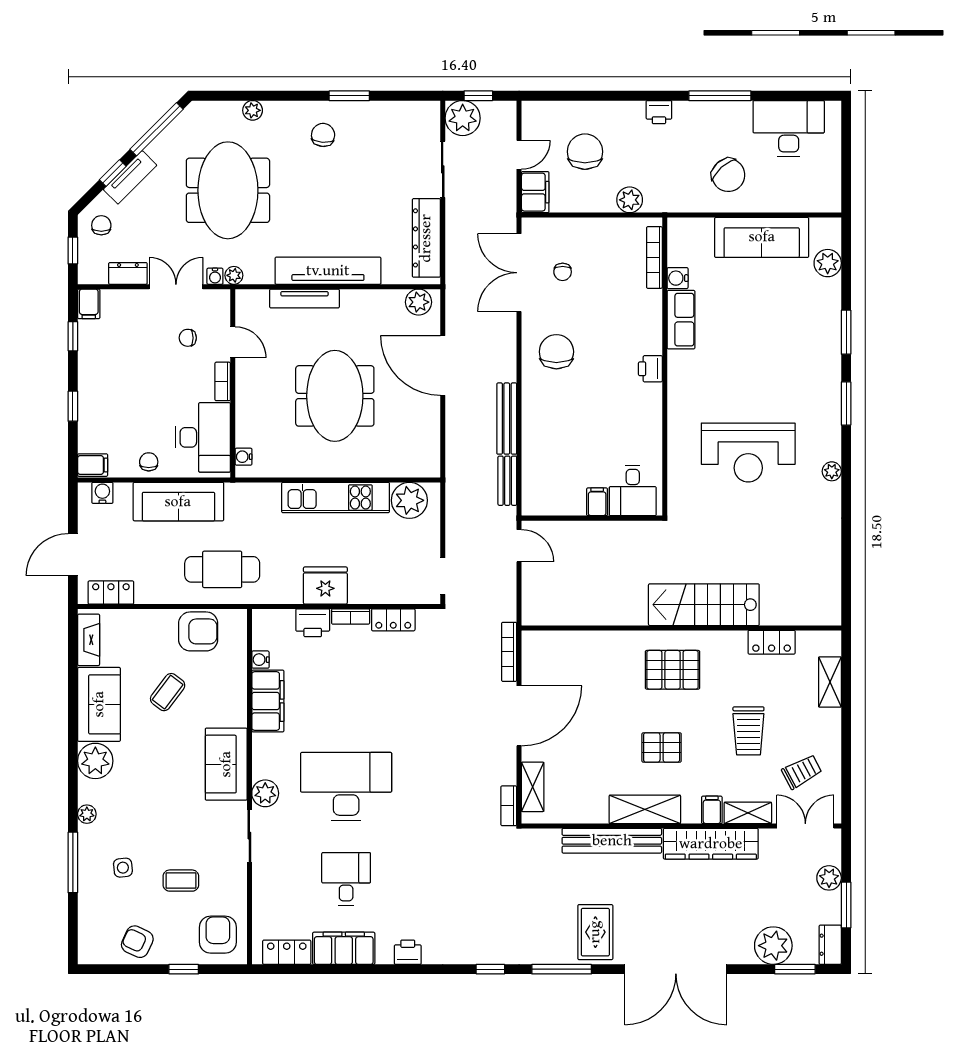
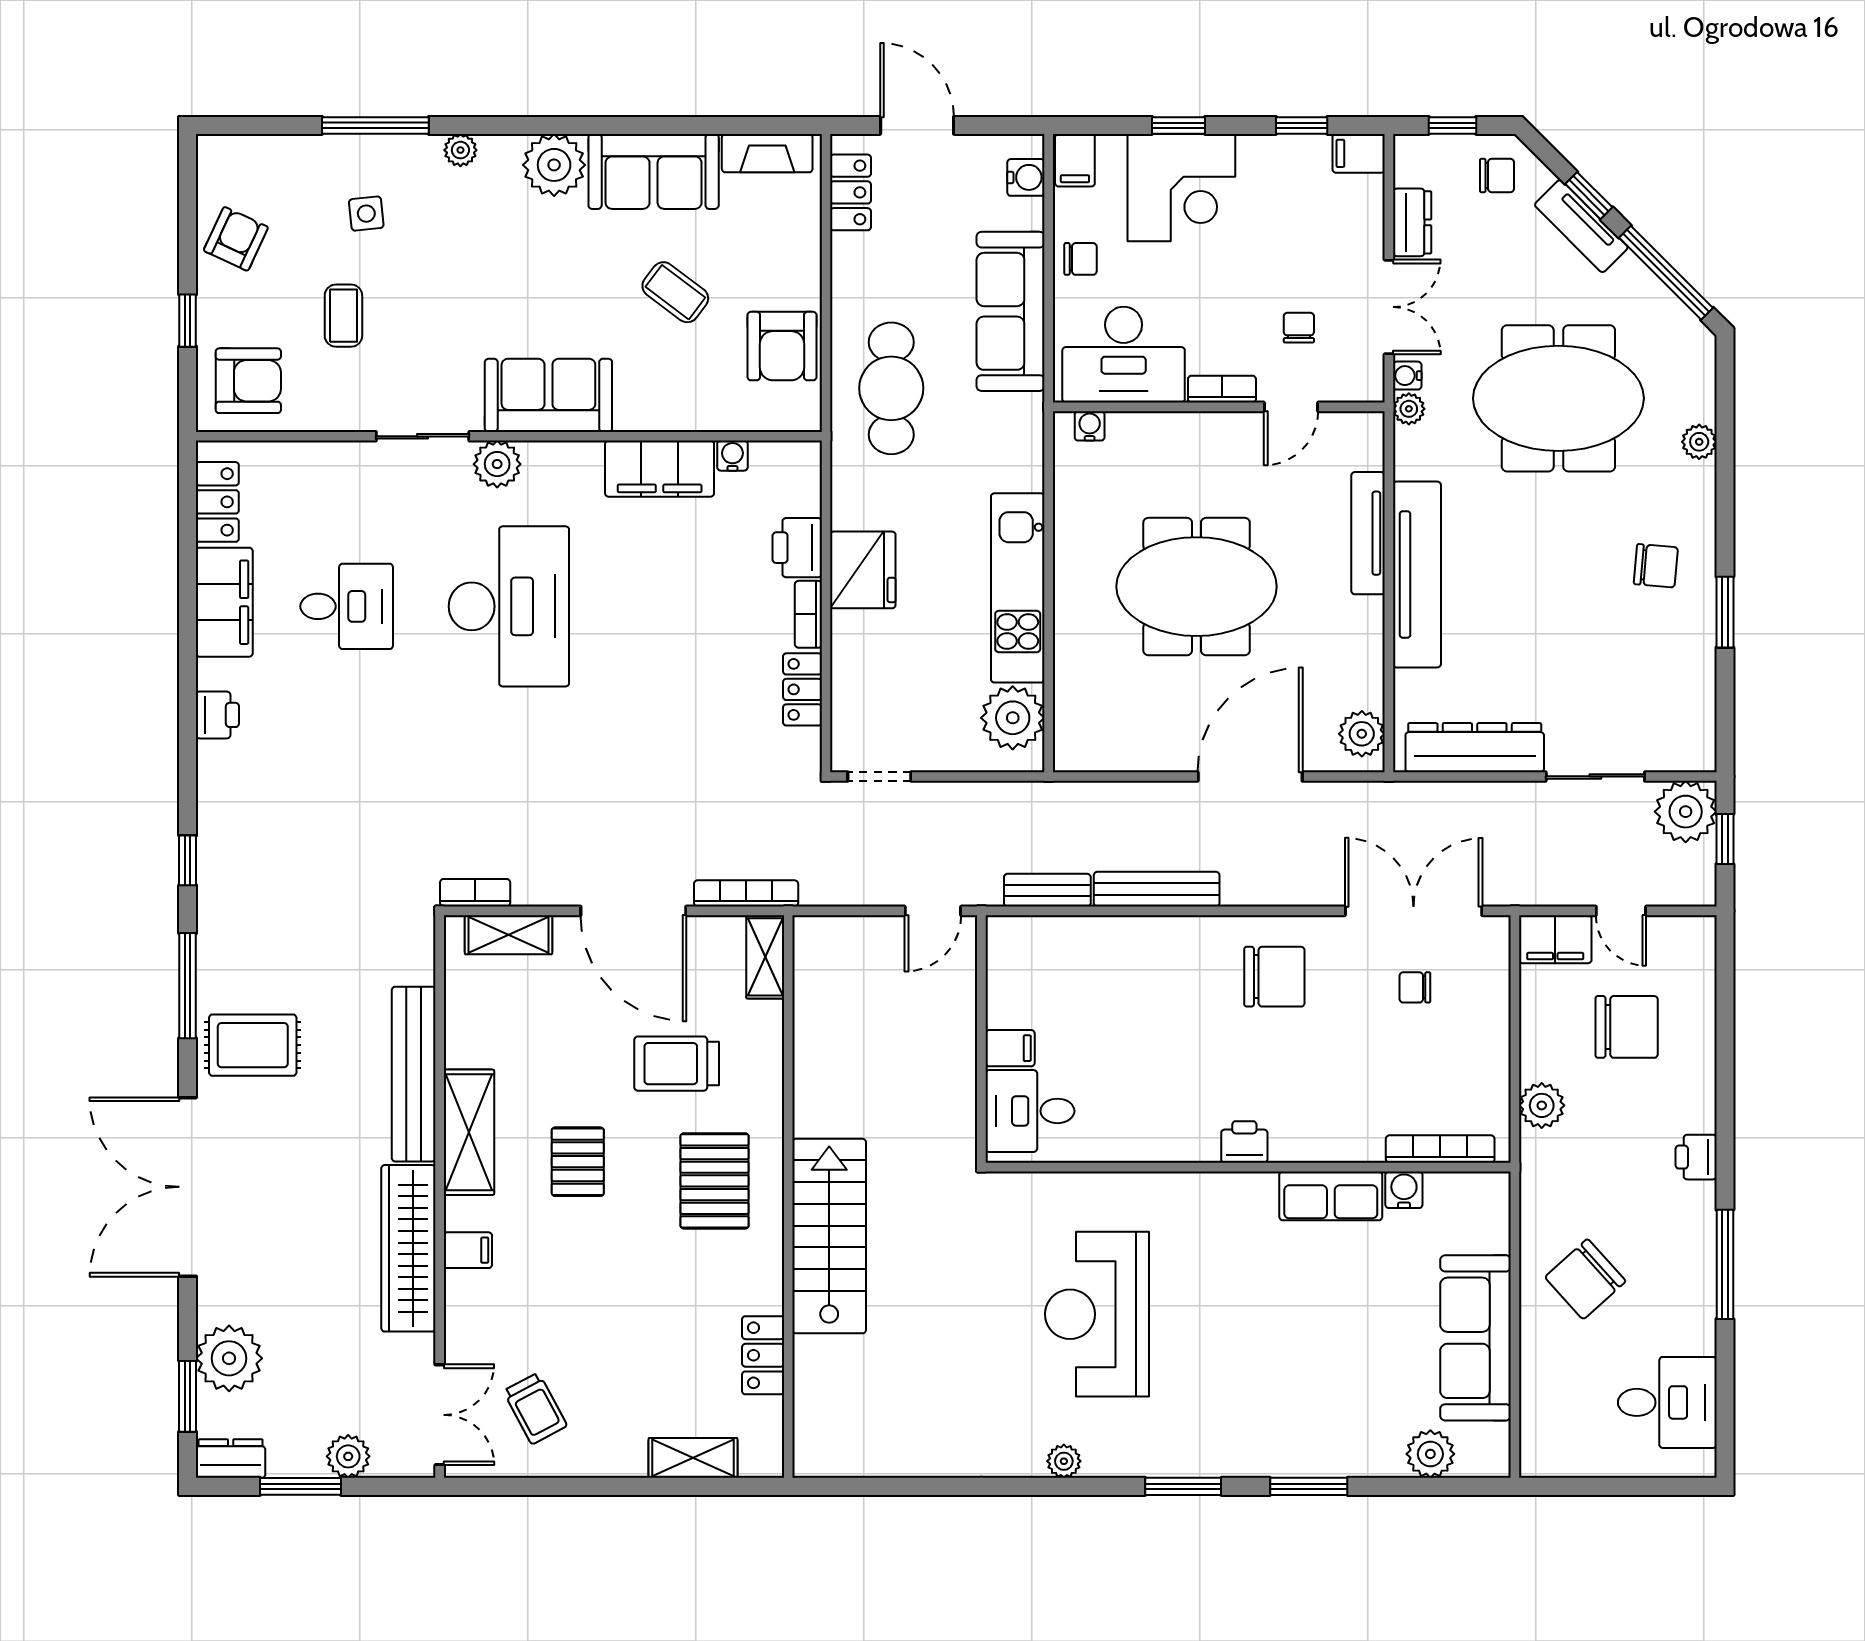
desk: (789, 128) -> (1667, 1402), width x0.73
corner desk: (108, 405) -> (1181, 188), added
trolley: (748, 731) -> (677, 1064), moved
shelving: (748, 813) -> (765, 957), moved

